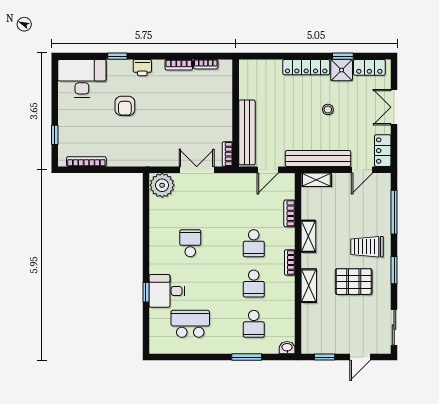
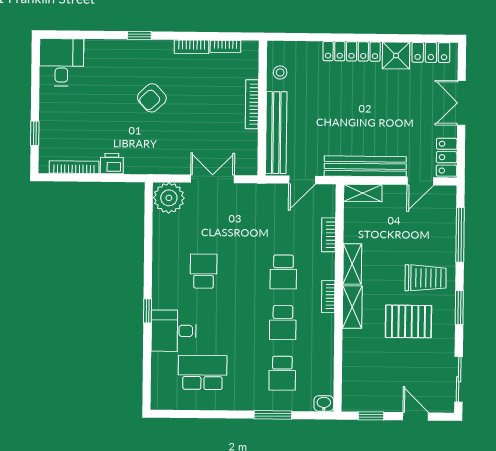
window: (117, 56) -> (139, 35), moved
window: (343, 56) -> (398, 38), removed
printer: (142, 68) -> (112, 164), moved, turned 180
desk: (82, 78) -> (61, 62), width x0.73
armchair: (125, 106) -> (152, 98), moved, turned 47
stool: (328, 109) -> (280, 72), moved
bookcase: (227, 154) -> (252, 104), moved, width x1.56
trolley: (367, 247) -> (426, 278), turned 180
shelving: (309, 286) -> (352, 307), moved
window: (146, 292) -> (148, 311), moved
door: (360, 357) -> (416, 416), swing flipped

